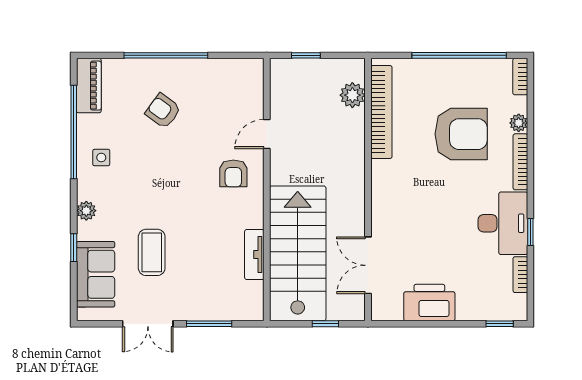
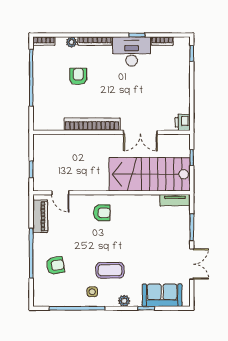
piano: (89, 86) -> (40, 216), moved, turned 90
plant: (352, 95) -> (55, 141), removed
armchair: (163, 111) -> (55, 266), moved, turned -136
bookcase: (381, 112) -> (92, 124), moved
door: (267, 134) -> (60, 193), moved
armchair: (461, 134) -> (78, 76), width x0.53, depth x0.53
coffee table: (152, 252) -> (110, 270), moved
tv unit: (254, 255) -> (175, 200), moved
double door: (368, 265) -> (140, 132), moved
printer: (429, 303) -> (183, 122), moved, width x0.53, depth x0.68

